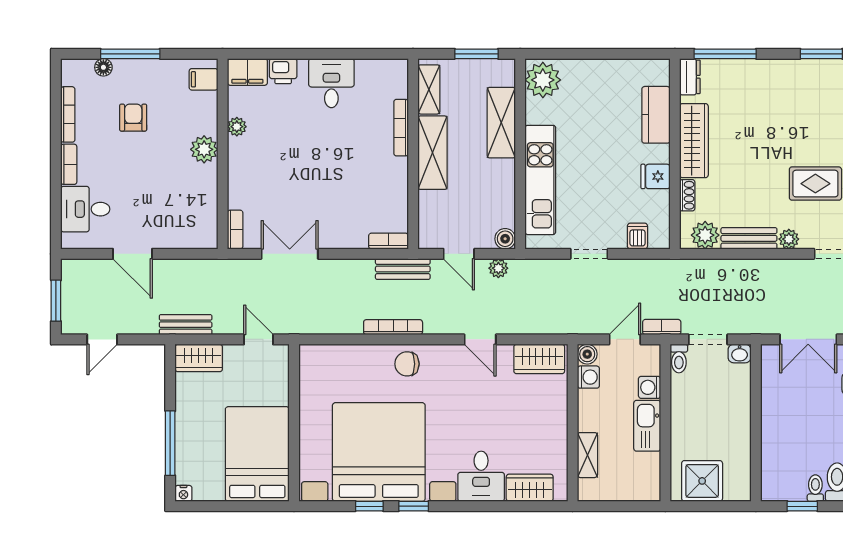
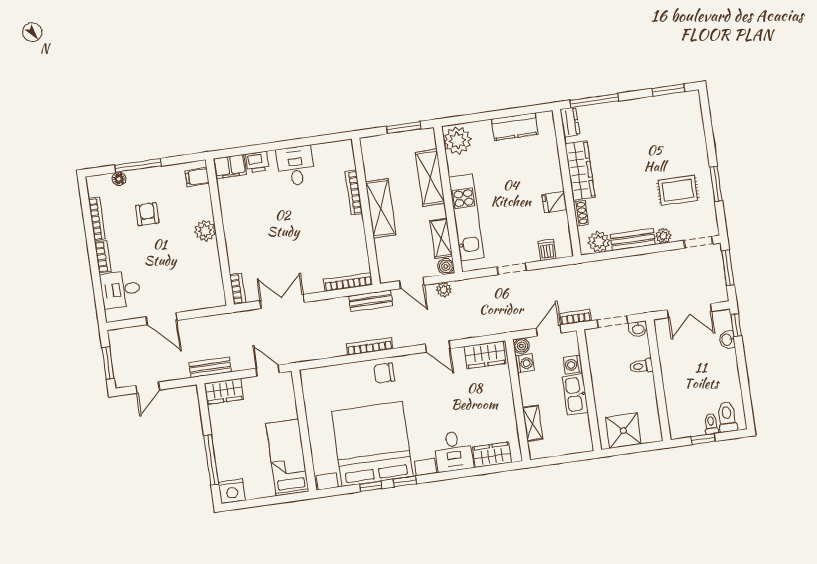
shelving: (429, 89) -> (441, 238), moved
kitchen counter: (656, 115) -> (515, 127), moved, turned -90
plant: (237, 127) -> (228, 210), removed
bookcase: (388, 241) -> (348, 282), width x1.56
toilet: (679, 359) -> (641, 366), moved, turned 90
bed: (257, 454) -> (287, 457), width x0.67
nightstand: (183, 493) -> (232, 491), width x1.89, depth x1.79

